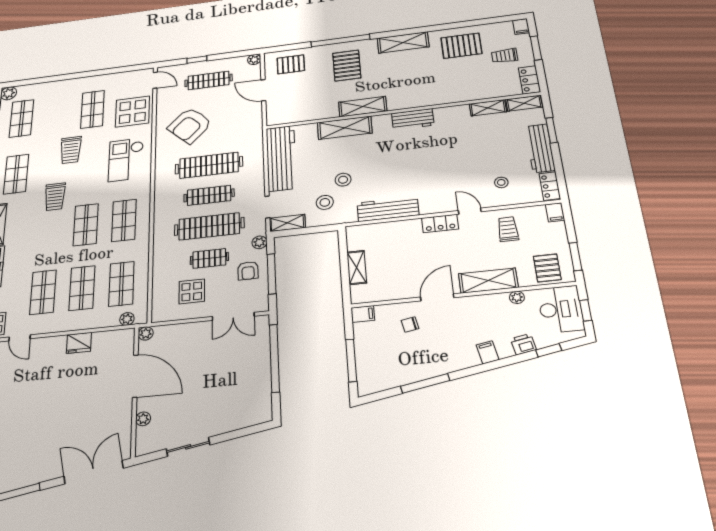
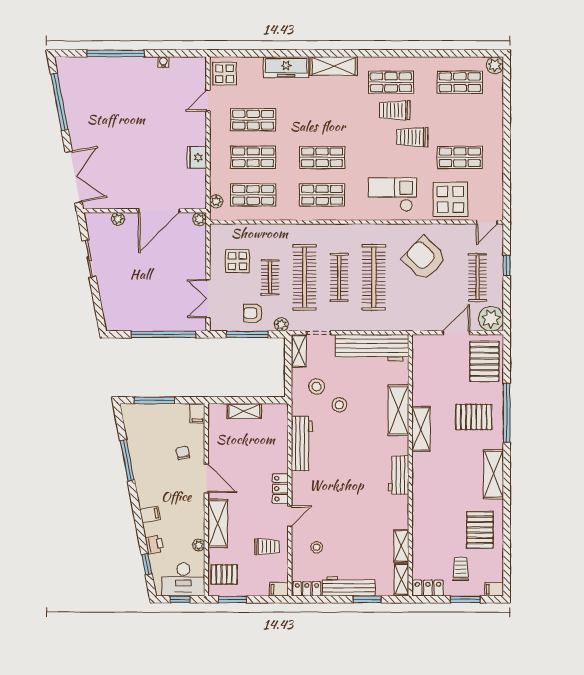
plant: (254, 60) -> (491, 319), width x1.88, depth x1.88
pallet: (291, 64) -> (484, 361), width x1.50, depth x1.42
trolley: (55, 197) -> (395, 110), moved

